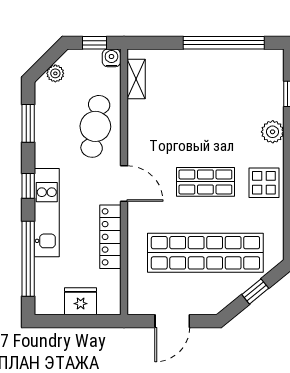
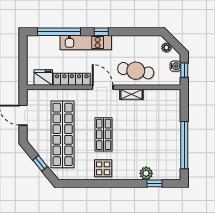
water cooler: (111, 58) -> (175, 66), moved
shelving: (136, 79) -> (131, 94), moved
window: (28, 123) -> (138, 32), removed
plant: (273, 132) -> (146, 173), moved
door: (124, 184) -> (103, 87), swing flipped
fridge: (81, 301) -> (43, 78), moved, turned -90

